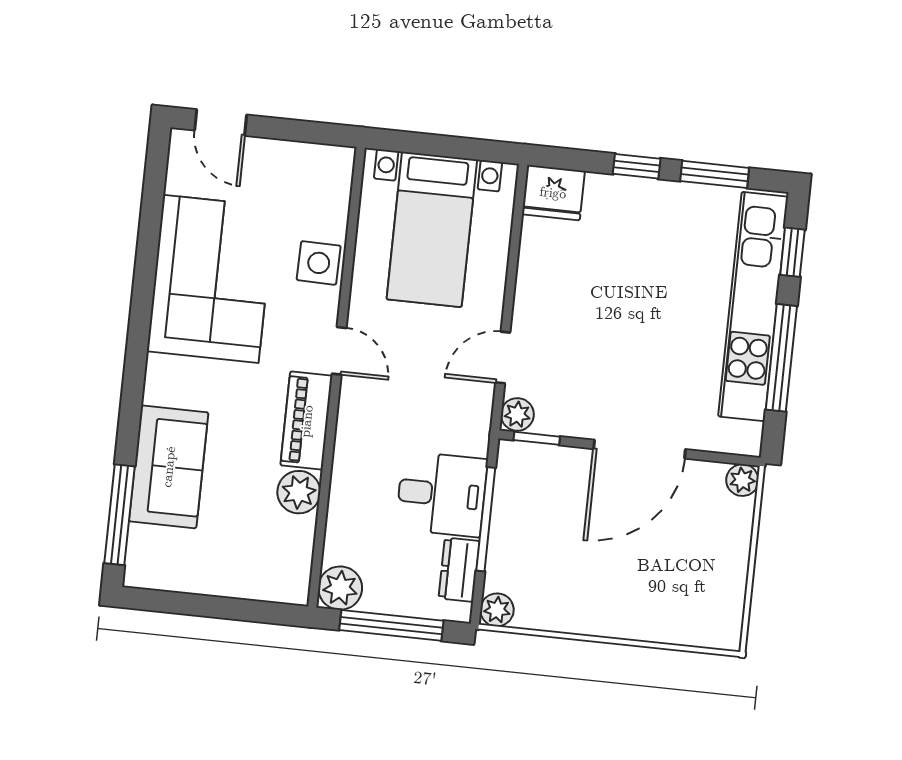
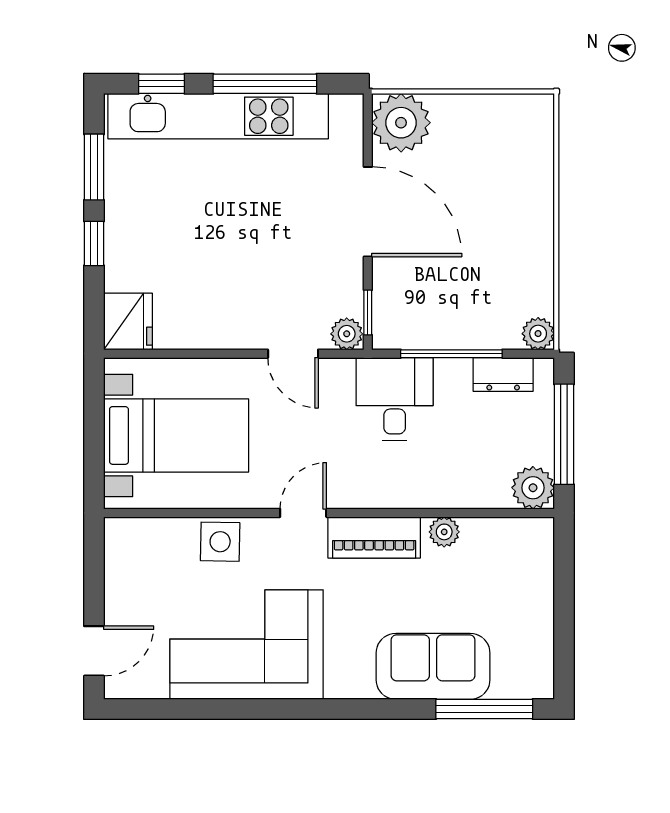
plant: (742, 480) -> (401, 123), width x1.87, depth x1.87
plant: (299, 492) -> (444, 532), width x0.73, depth x0.73
desk: (442, 494) -> (395, 399), moved

